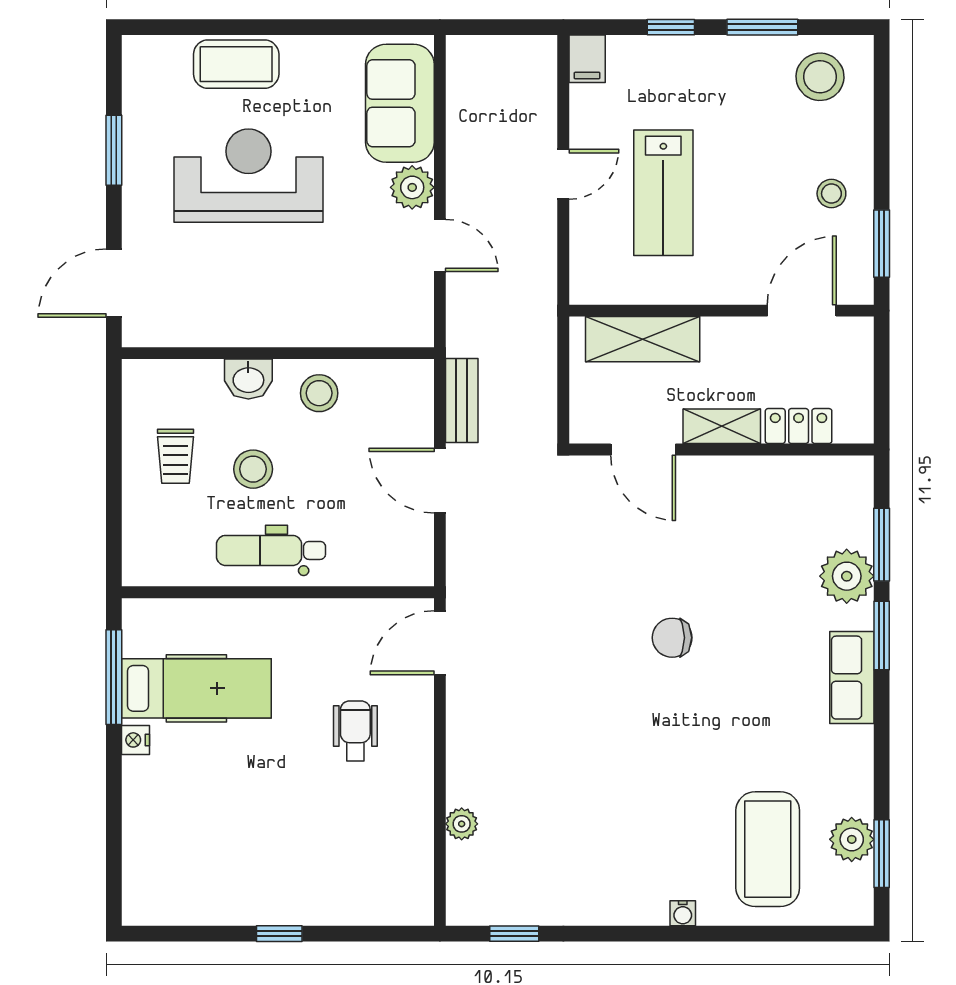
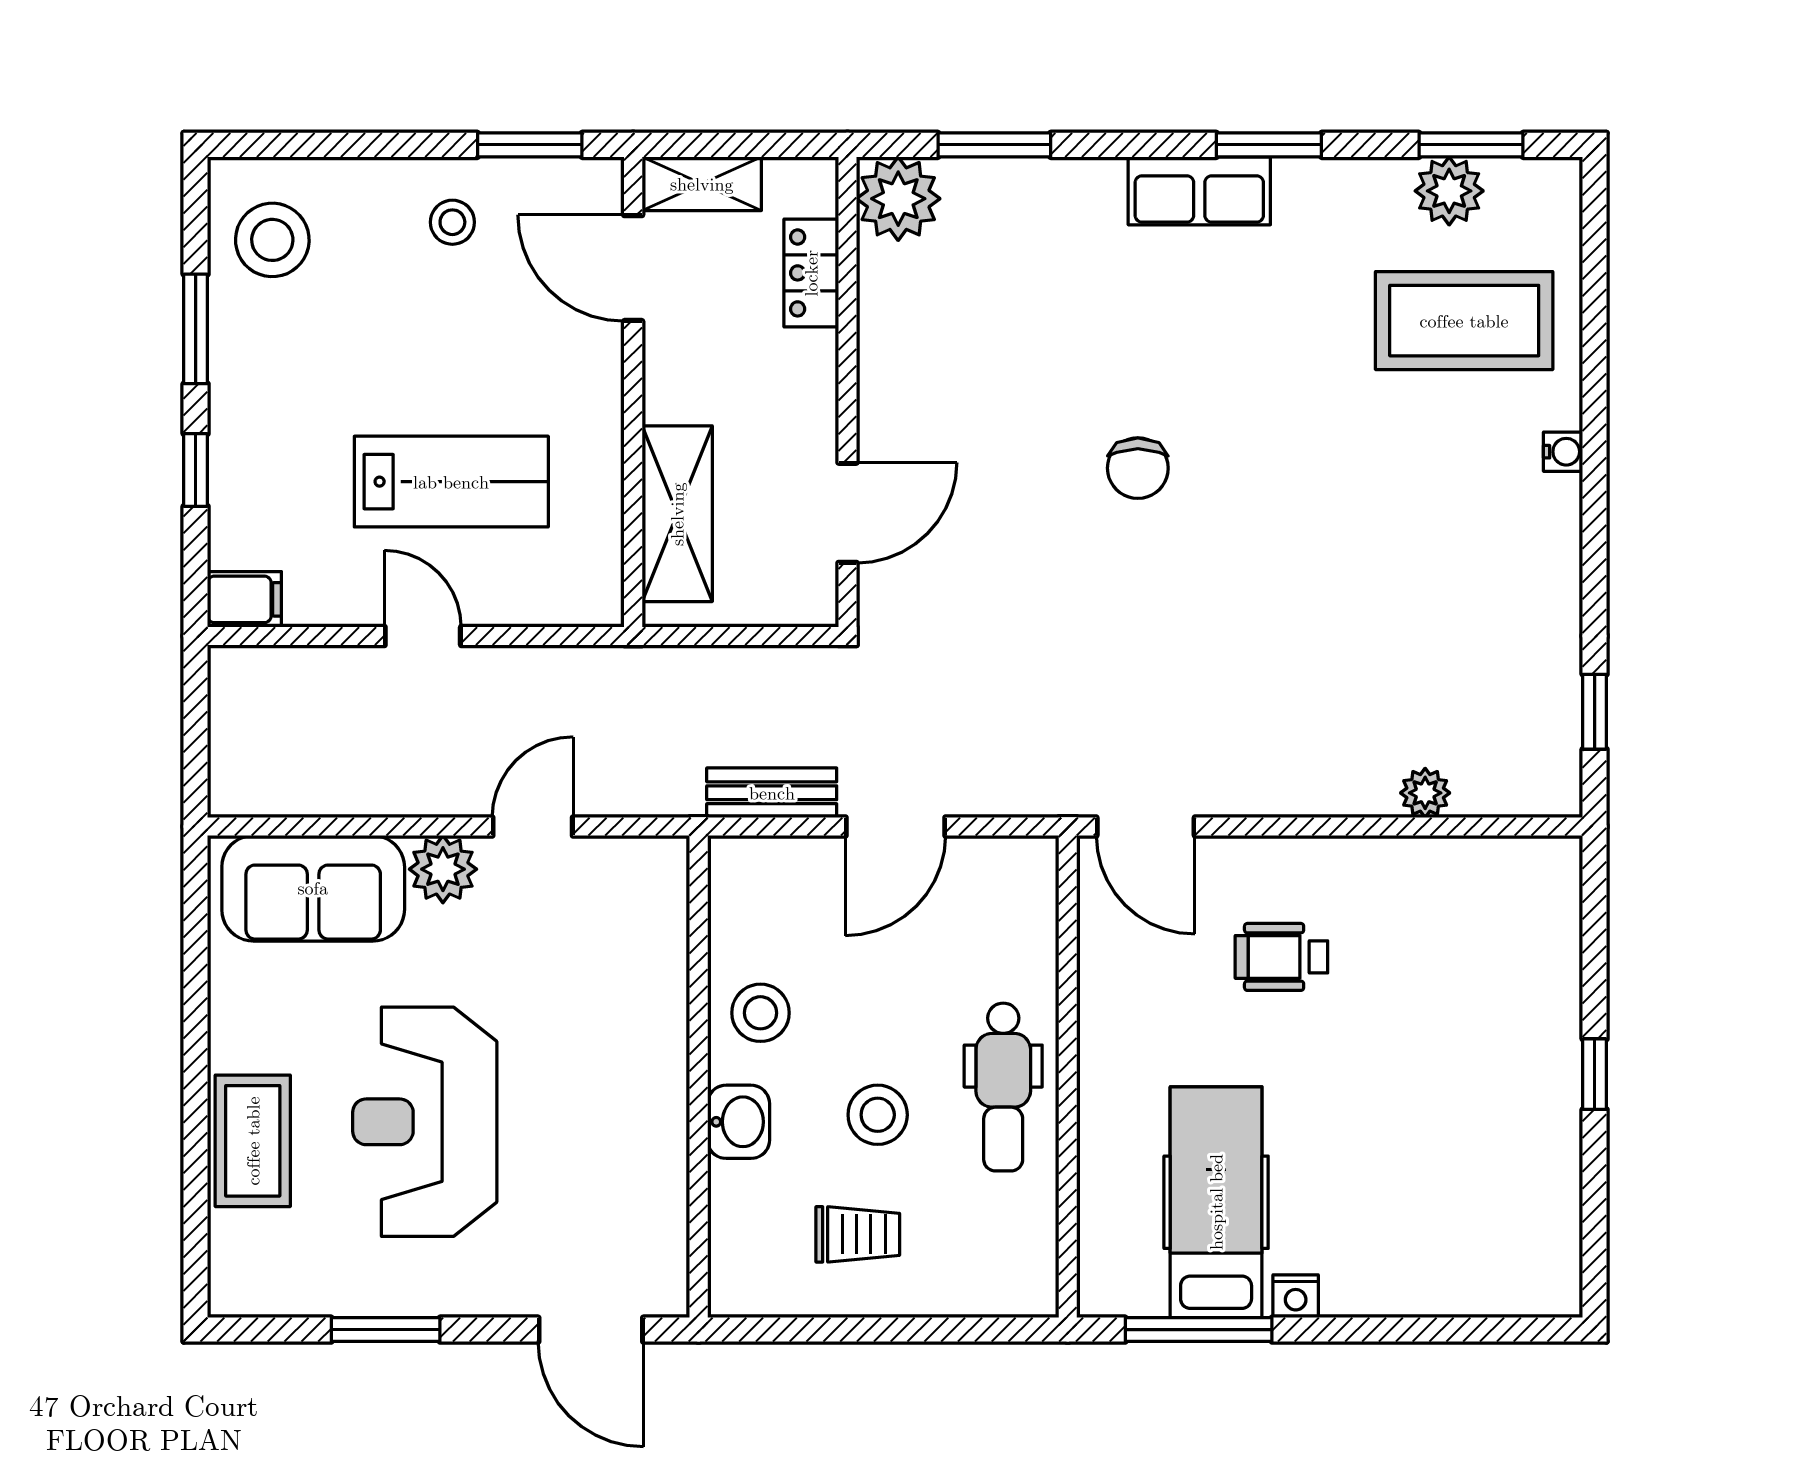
shelving: (722, 426) -> (702, 184), moved, turned 90
plant: (847, 576) -> (898, 199), moved
window: (882, 635) -> (1269, 145), moved

